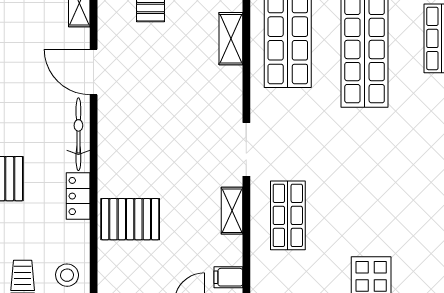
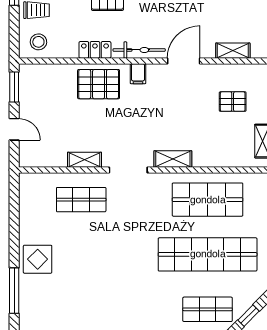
shelving: (231, 39) -> (173, 159), moved
pallet: (130, 219) -> (99, 84), moved, turned 90
filing cabinet: (228, 277) -> (138, 74), moved, turned 180

